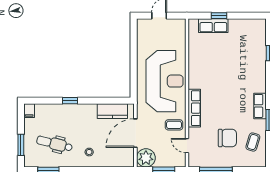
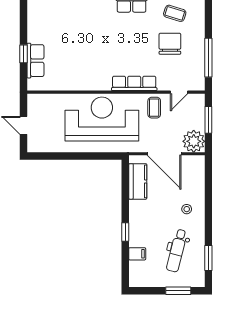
filing cabinet: (29, 111) -> (137, 254), moved

